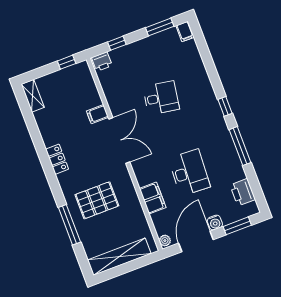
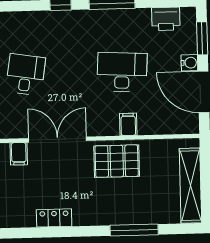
filing cabinet: (153, 198) -> (128, 124), width x0.50
pallet: (97, 200) -> (117, 161), moved, turned 90
plant: (165, 241) -> (190, 127), removed

